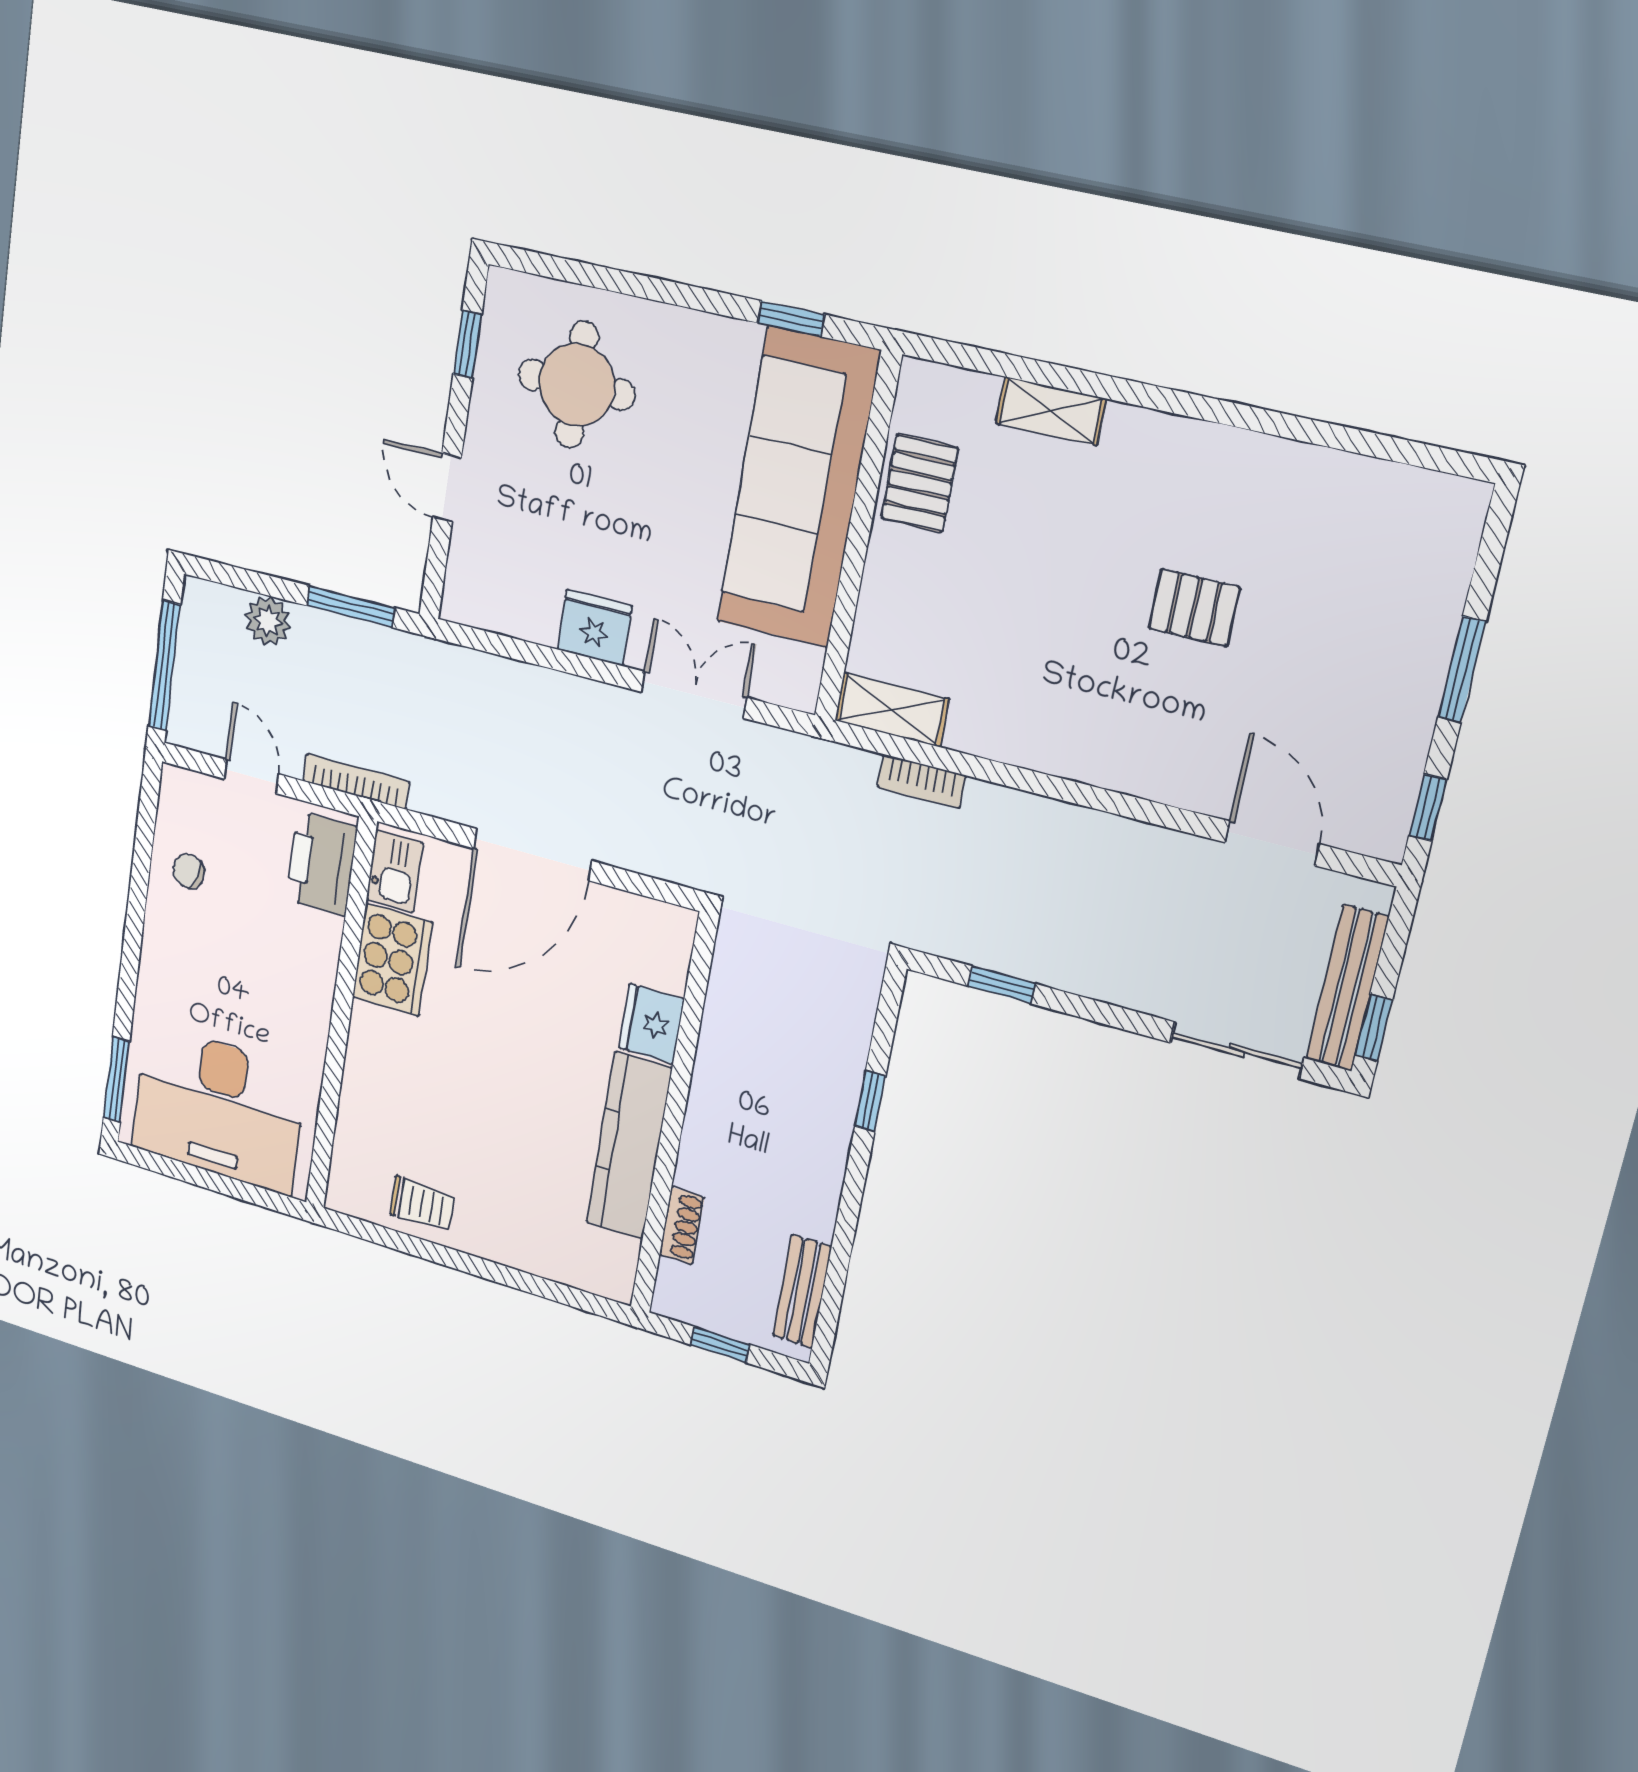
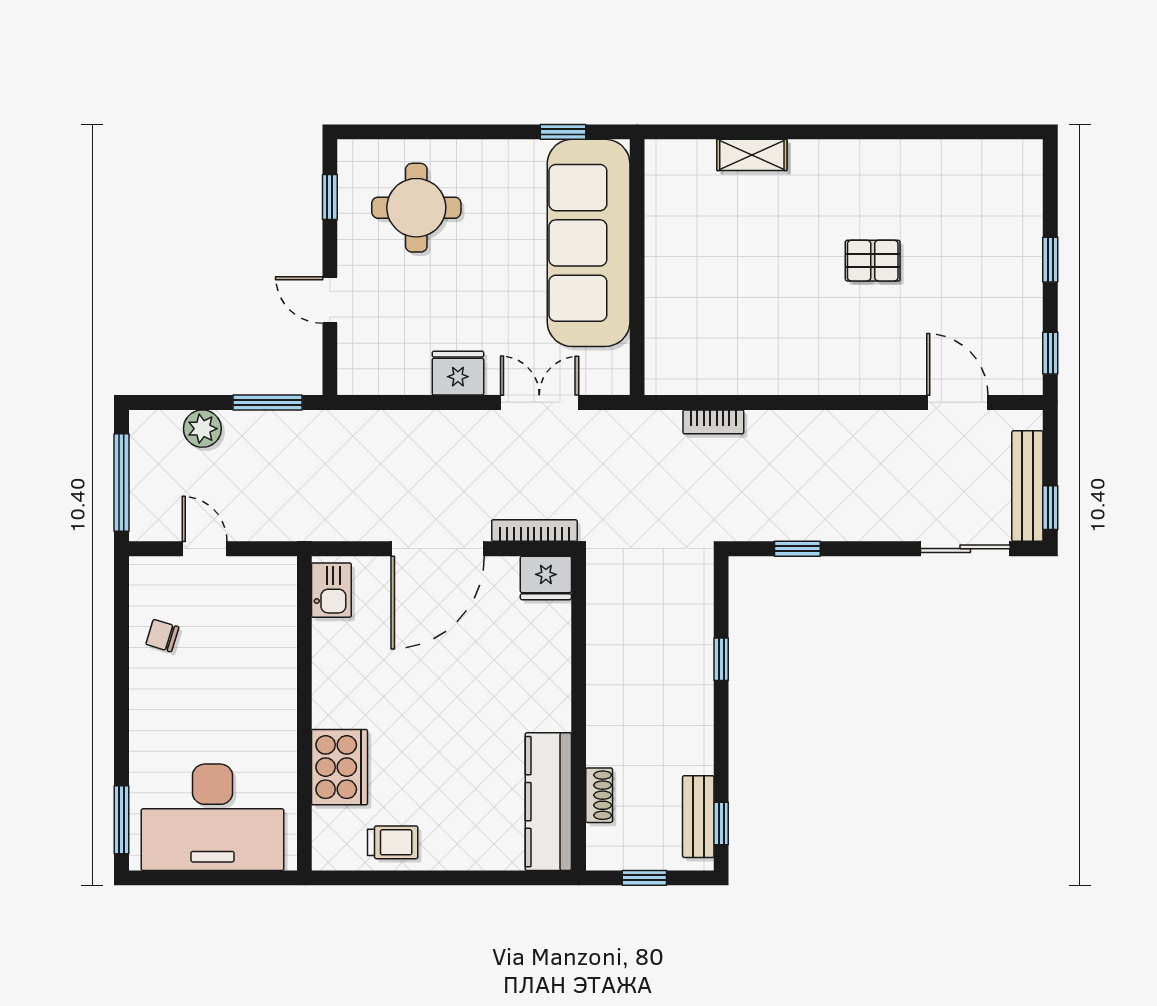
pallet: (920, 483) -> (673, 221), removed
window: (1462, 669) -> (1050, 260), width x0.67
shelving: (892, 710) -> (683, 378), removed
bookcase: (356, 781) -> (534, 531), moved
printer: (321, 864) -> (272, 600), removed
cooker: (392, 960) -> (340, 767), moved
fridge: (651, 1024) -> (546, 578), moved, turned -90
kitchen counter: (629, 1146) -> (548, 802), moved
window: (830, 1309) -> (721, 824), added

